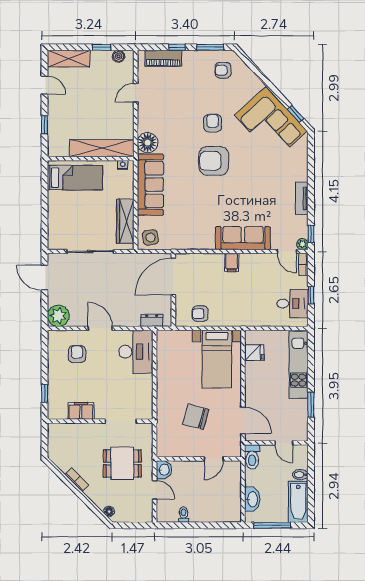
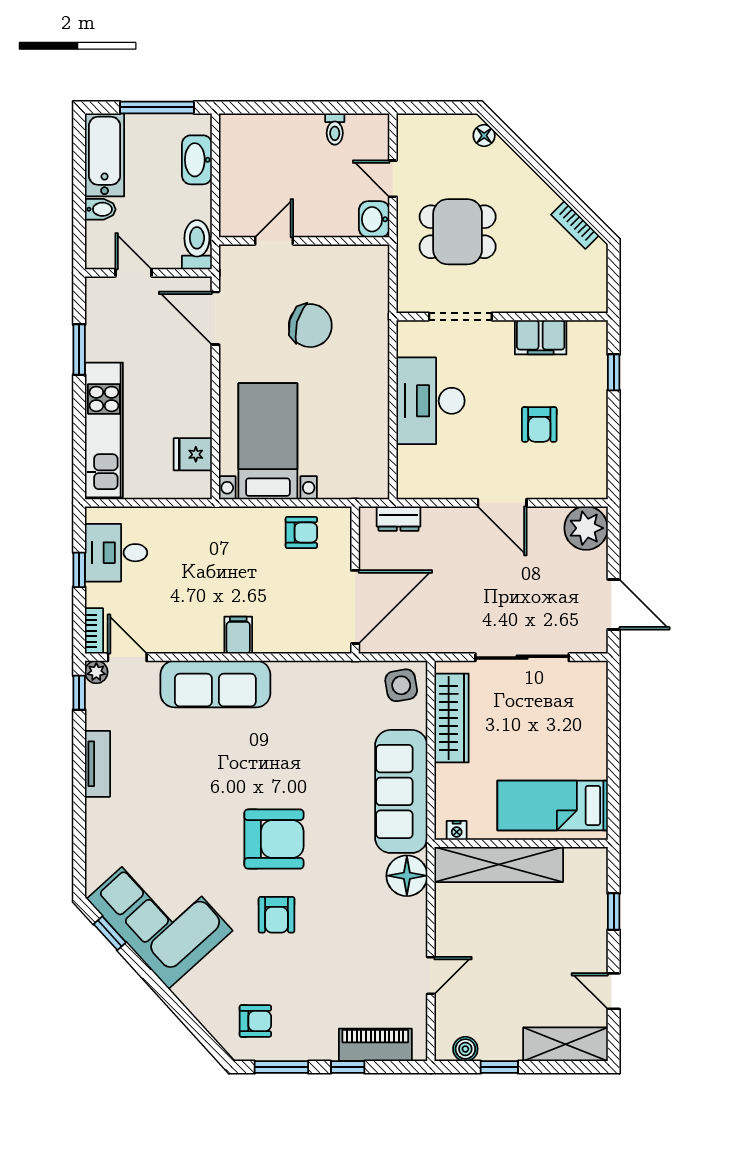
desk: (136, 352) -> (431, 401), moved
armchair: (77, 354) -> (539, 424), moved
bookcase: (77, 480) -> (575, 225), moved

